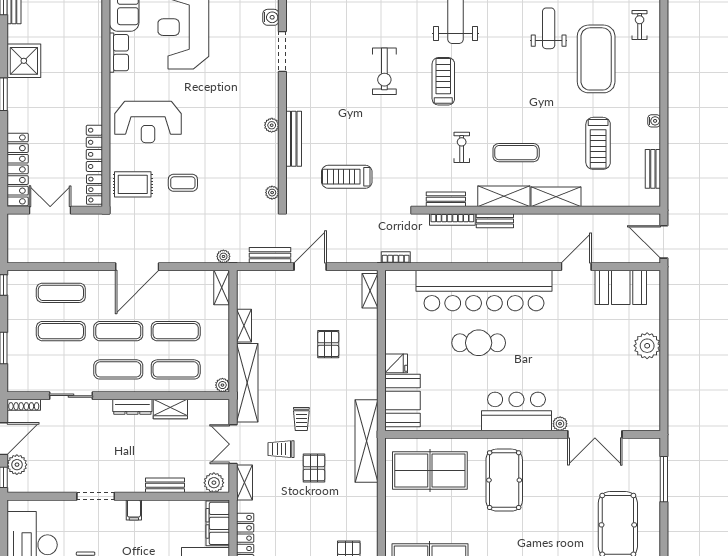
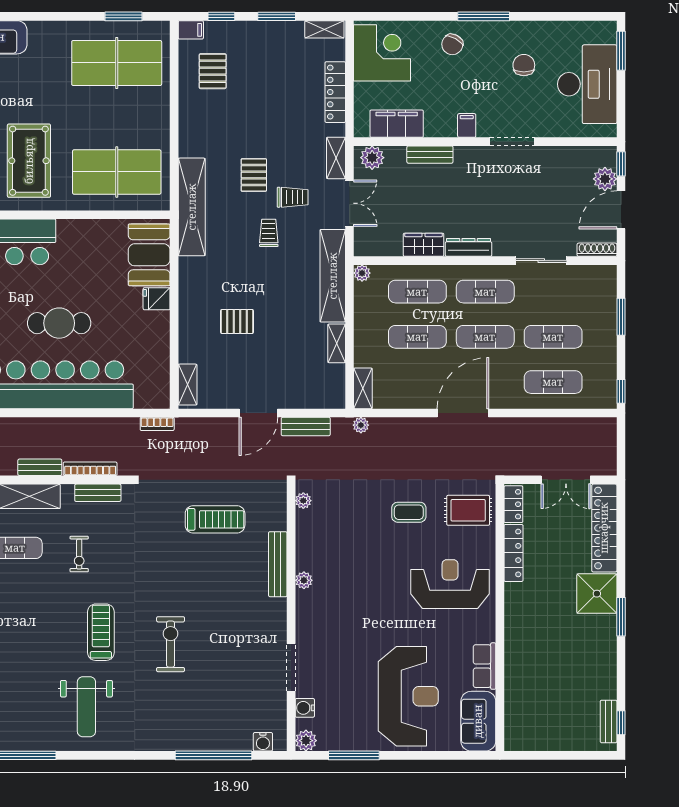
shower: (24, 61) -> (597, 594), moved
treadmill: (443, 81) -> (101, 632), turned 180
pallet: (328, 344) -> (237, 321), turned 90
filing cabinet: (218, 523) -> (397, 124), moved, turned -90

